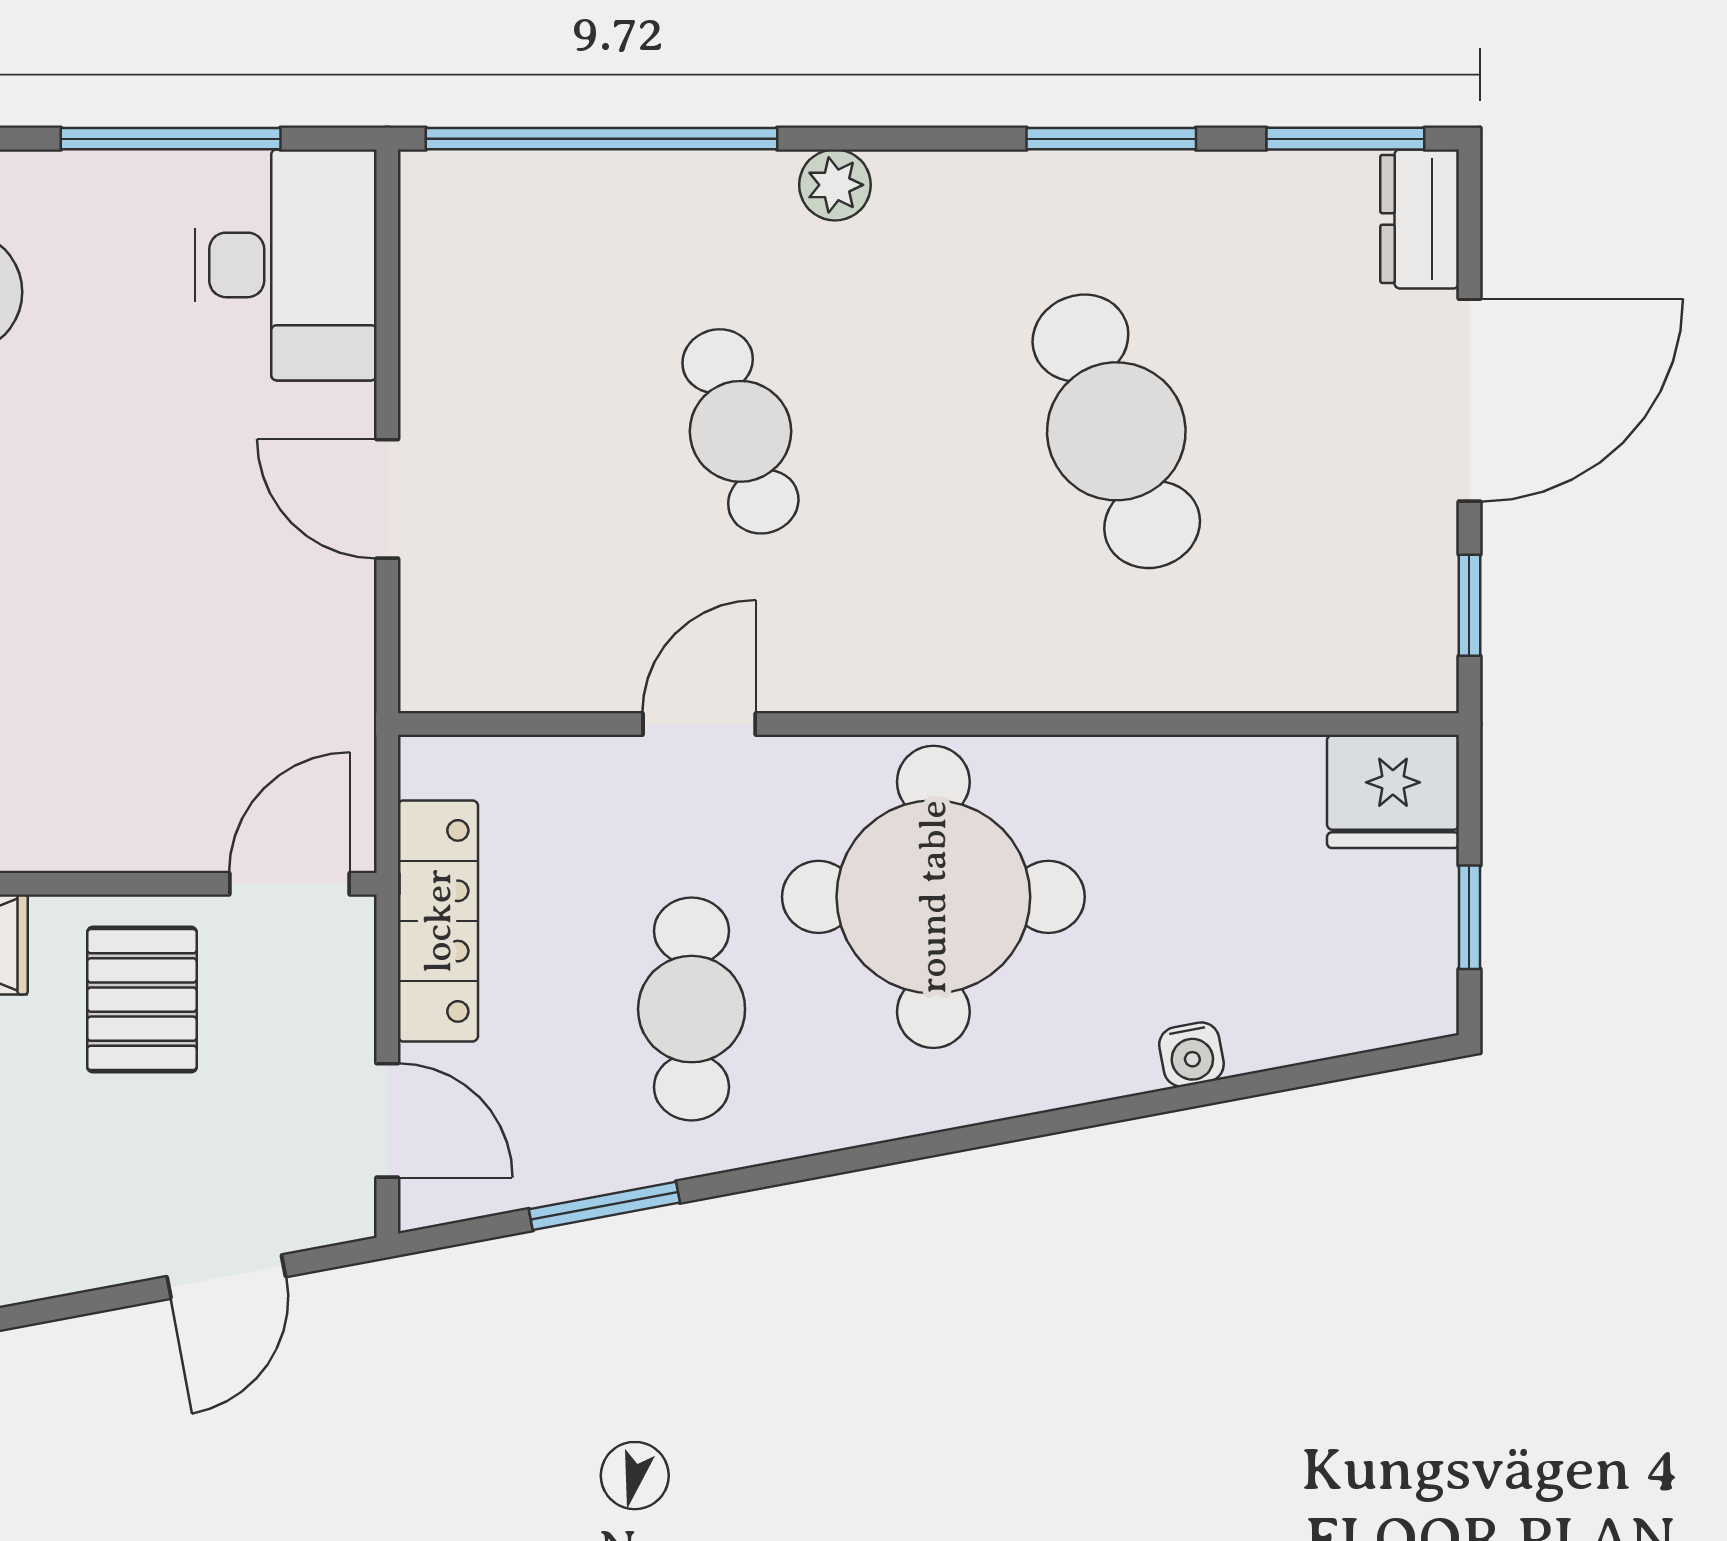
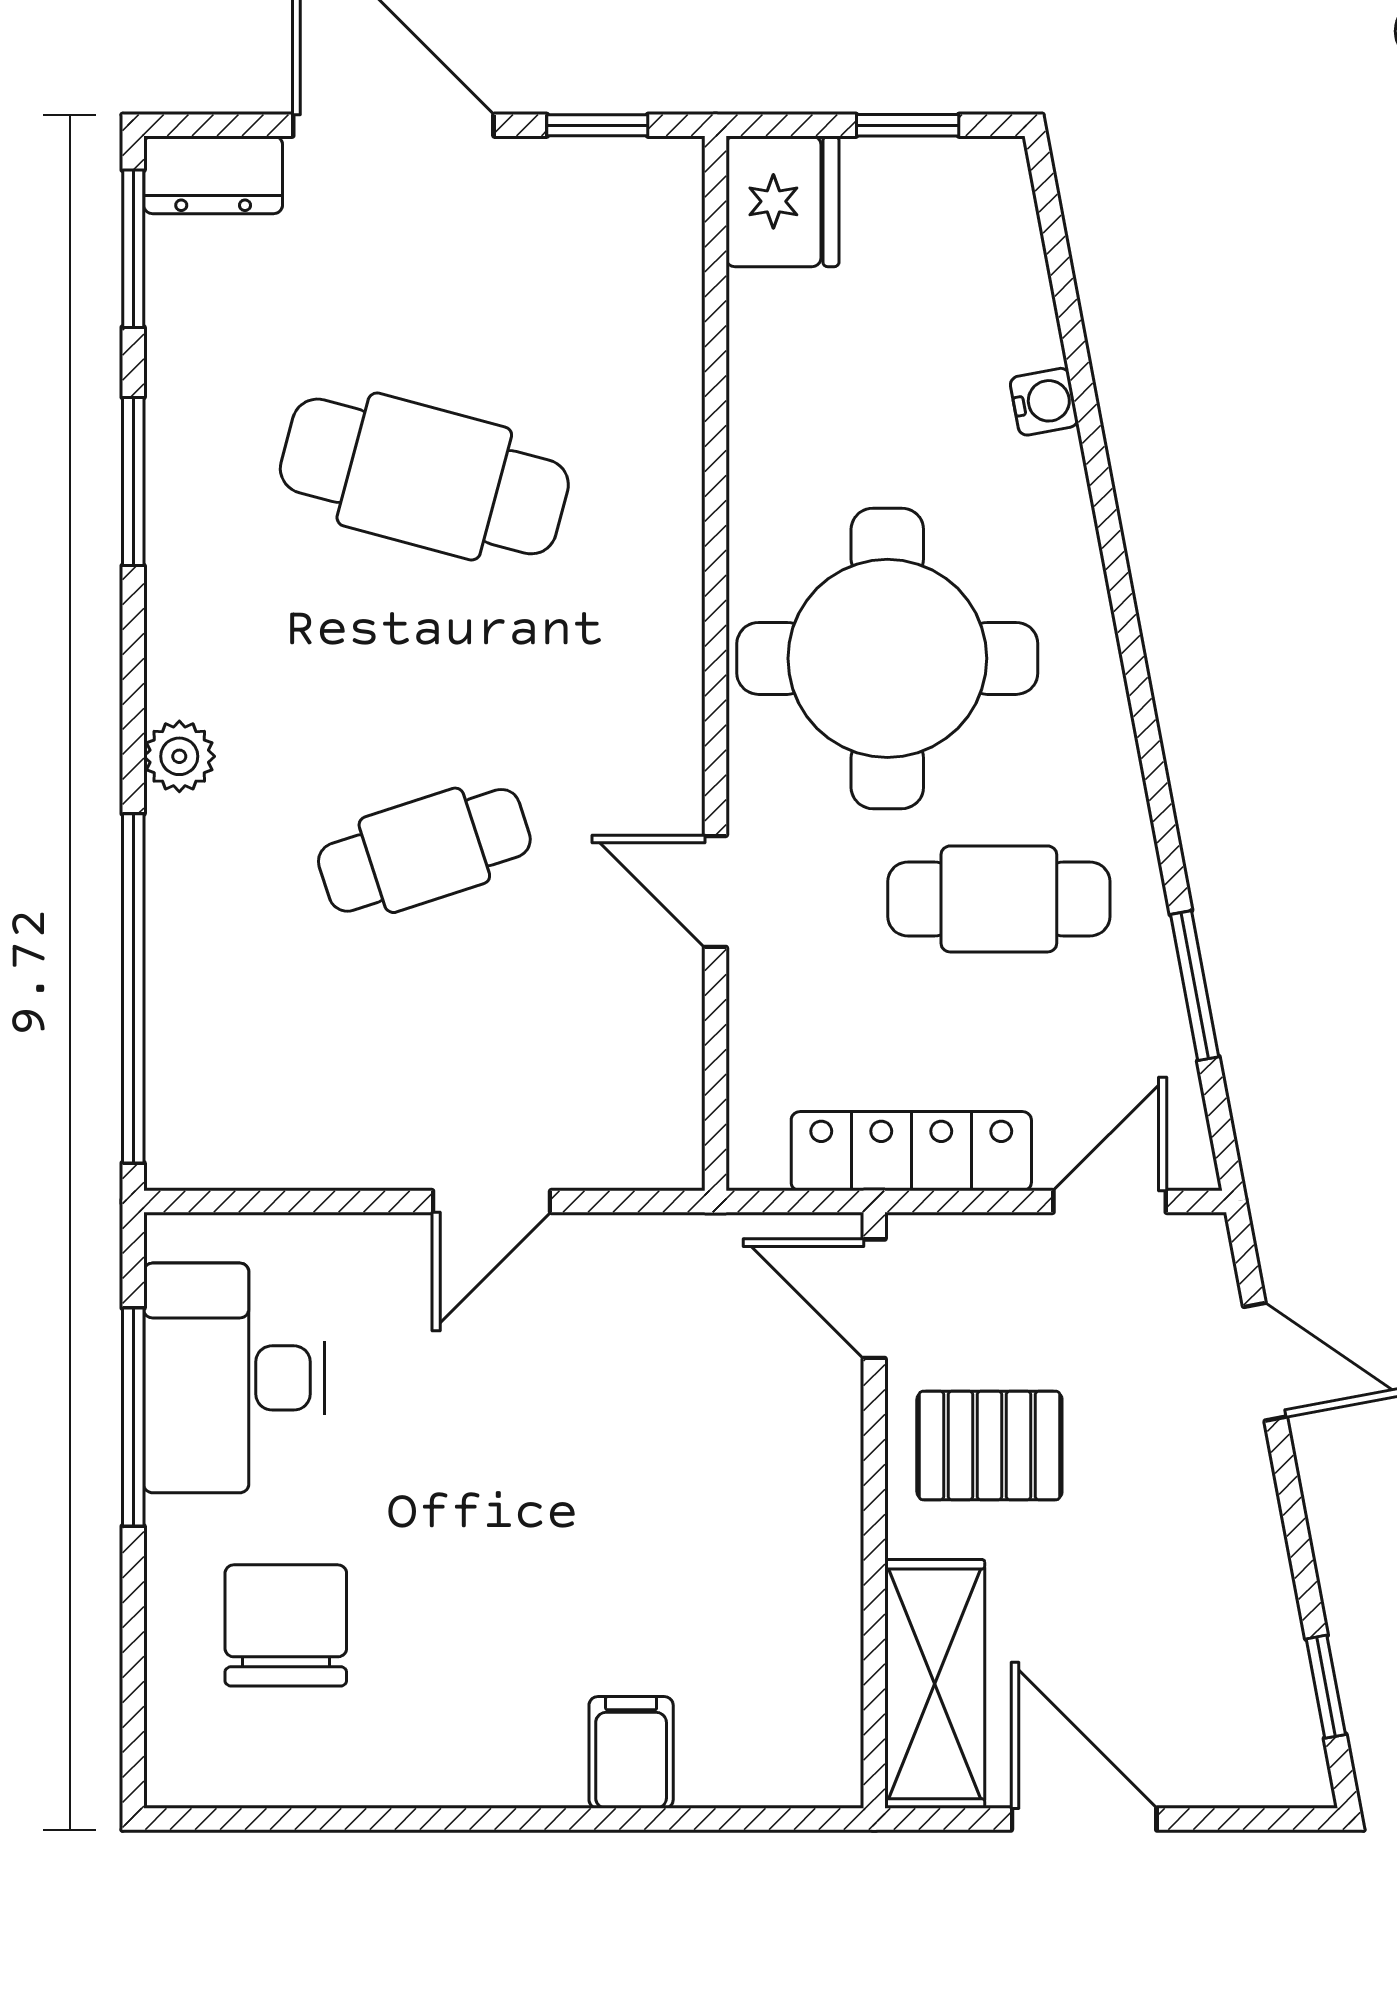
desk: (286, 265) -> (234, 1378), moved, turned -90
cafe table: (1116, 431) -> (424, 476), turned 36

